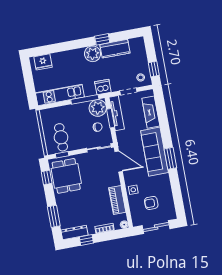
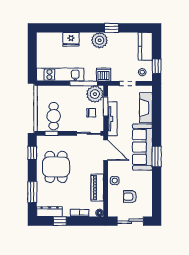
kitchen counter: (115, 49) -> (145, 46), moved, turned 90
fridge: (43, 62) -> (71, 39), moved
tv unit: (117, 113) -> (112, 119), moved
dining table: (66, 176) -> (56, 167), moved

